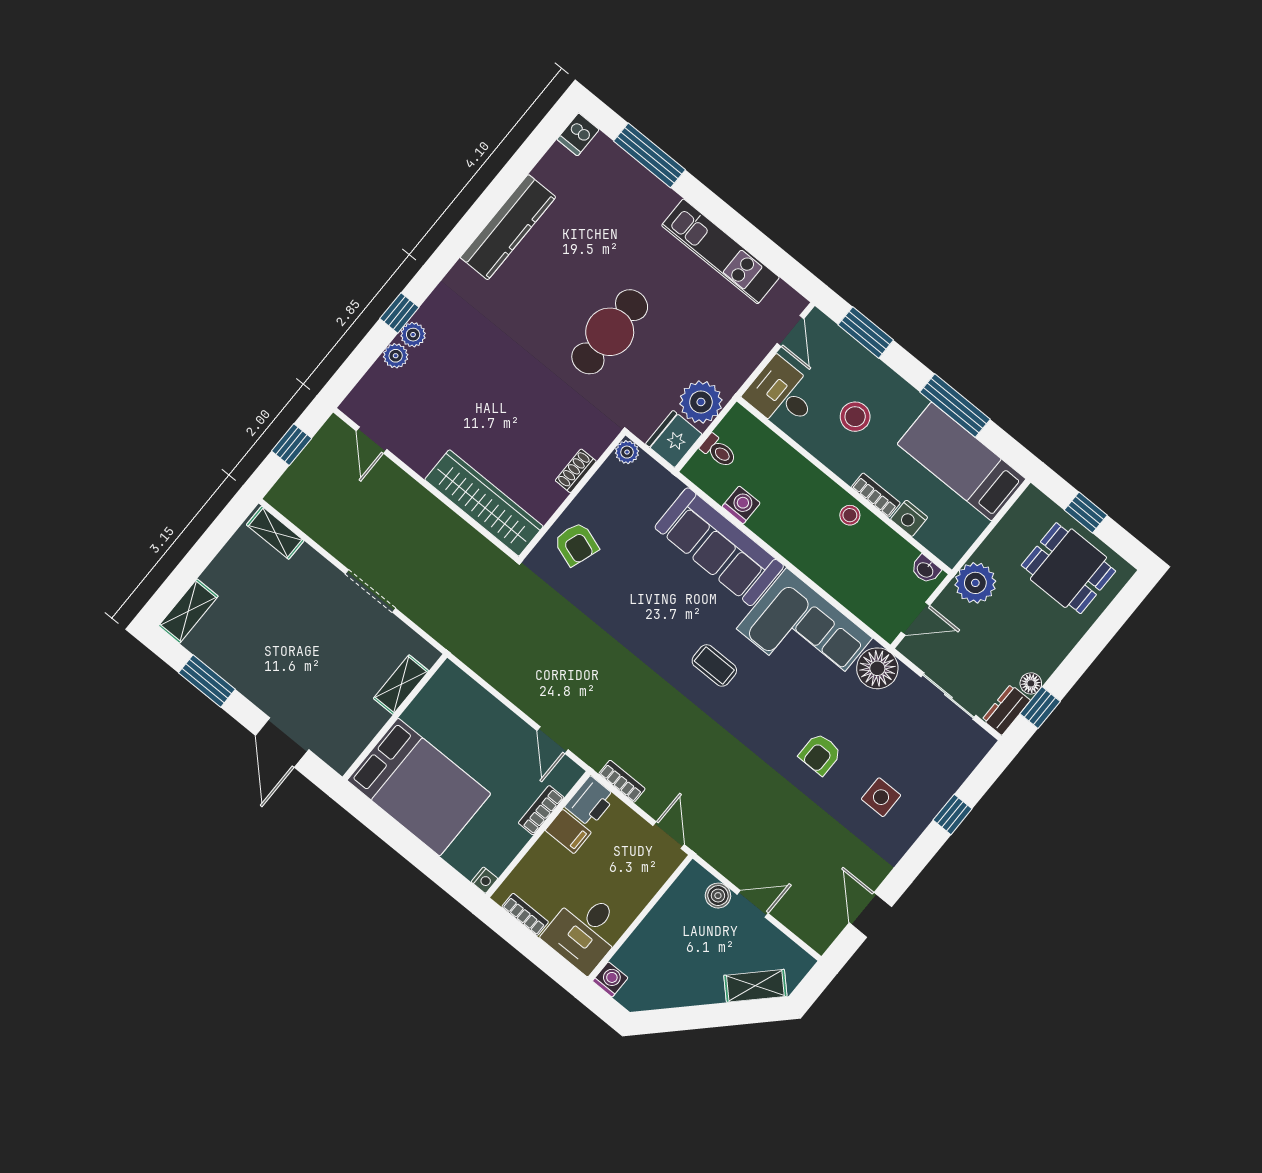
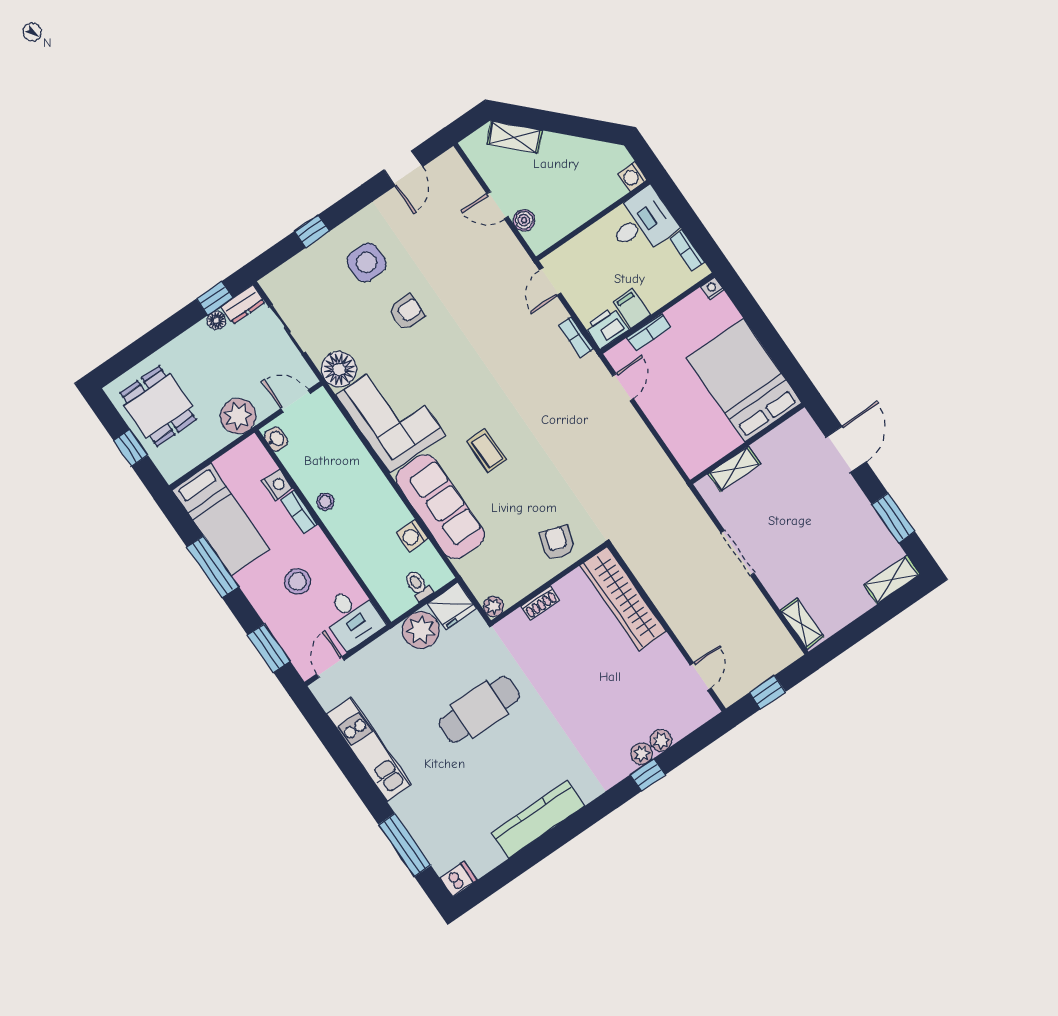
coffee table: (714, 665) -> (487, 451), moved
side table: (881, 797) -> (367, 262), width x1.37, depth x1.37

